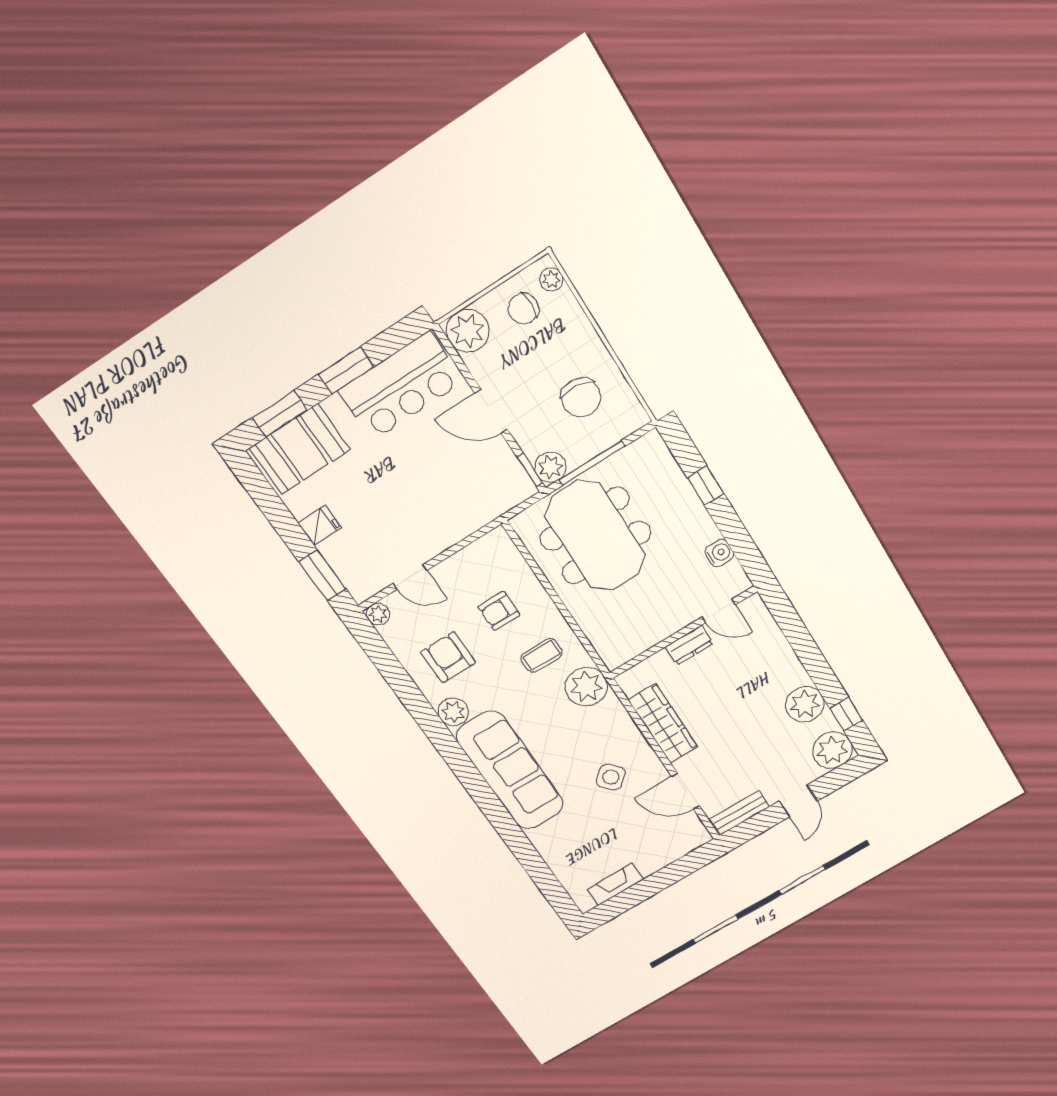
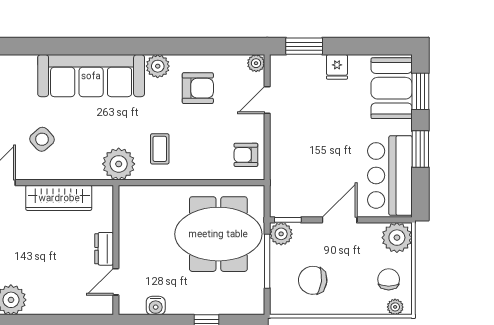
armchair: (499, 611) -> (246, 155), moved, turned -90

